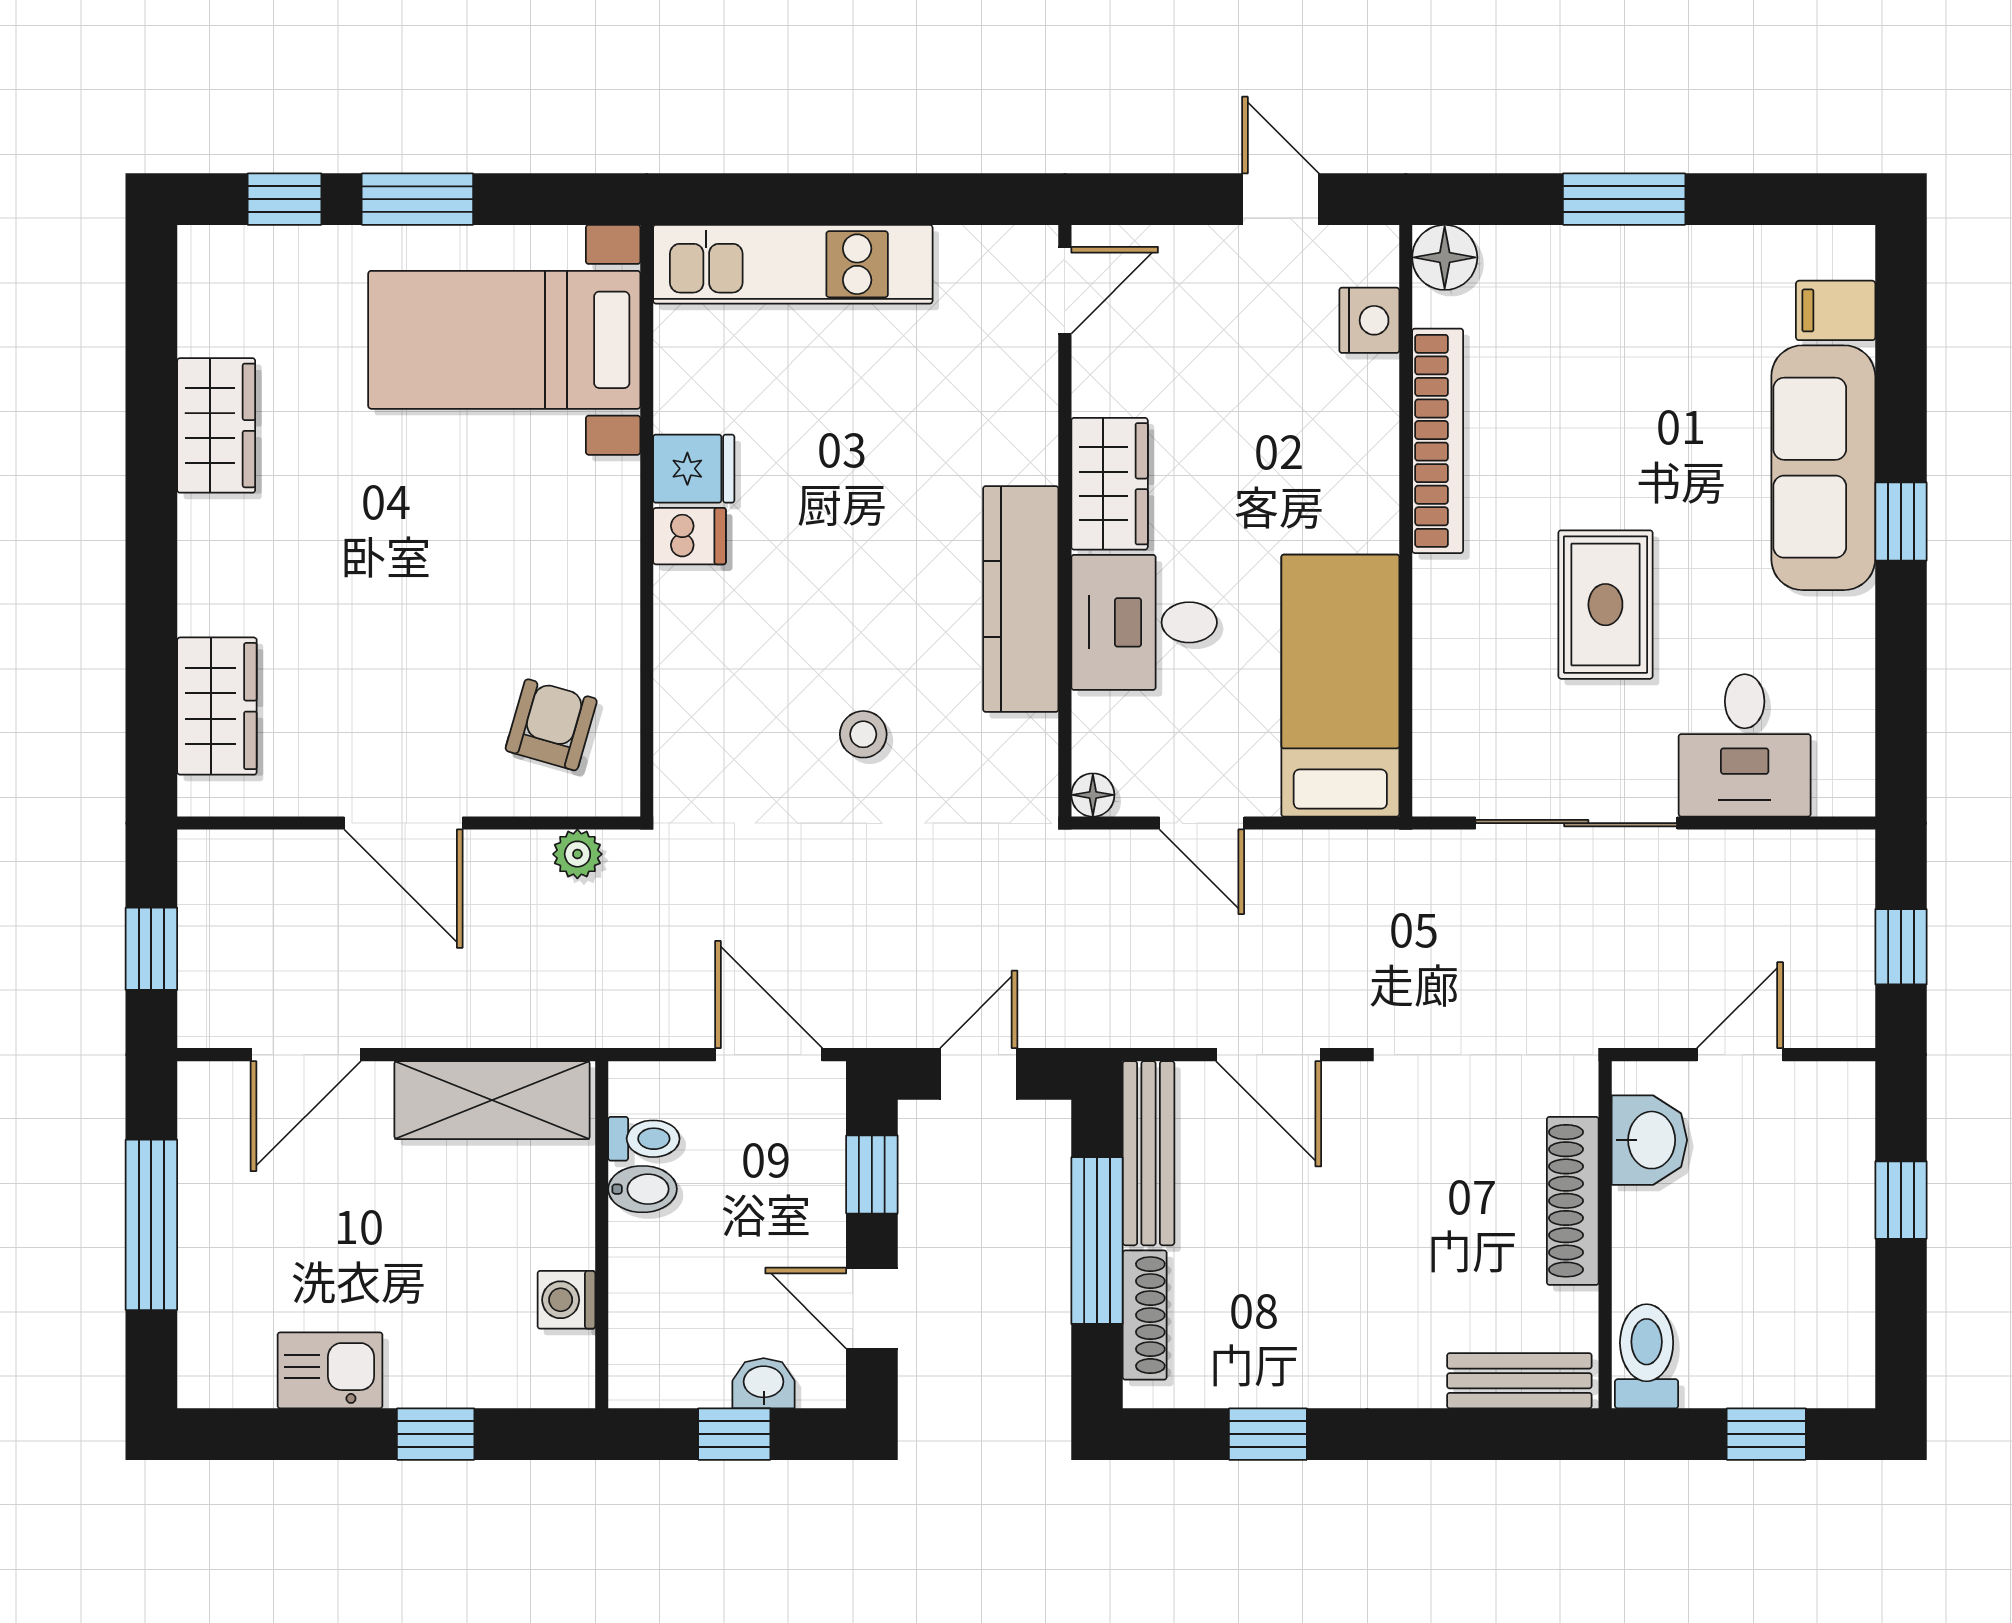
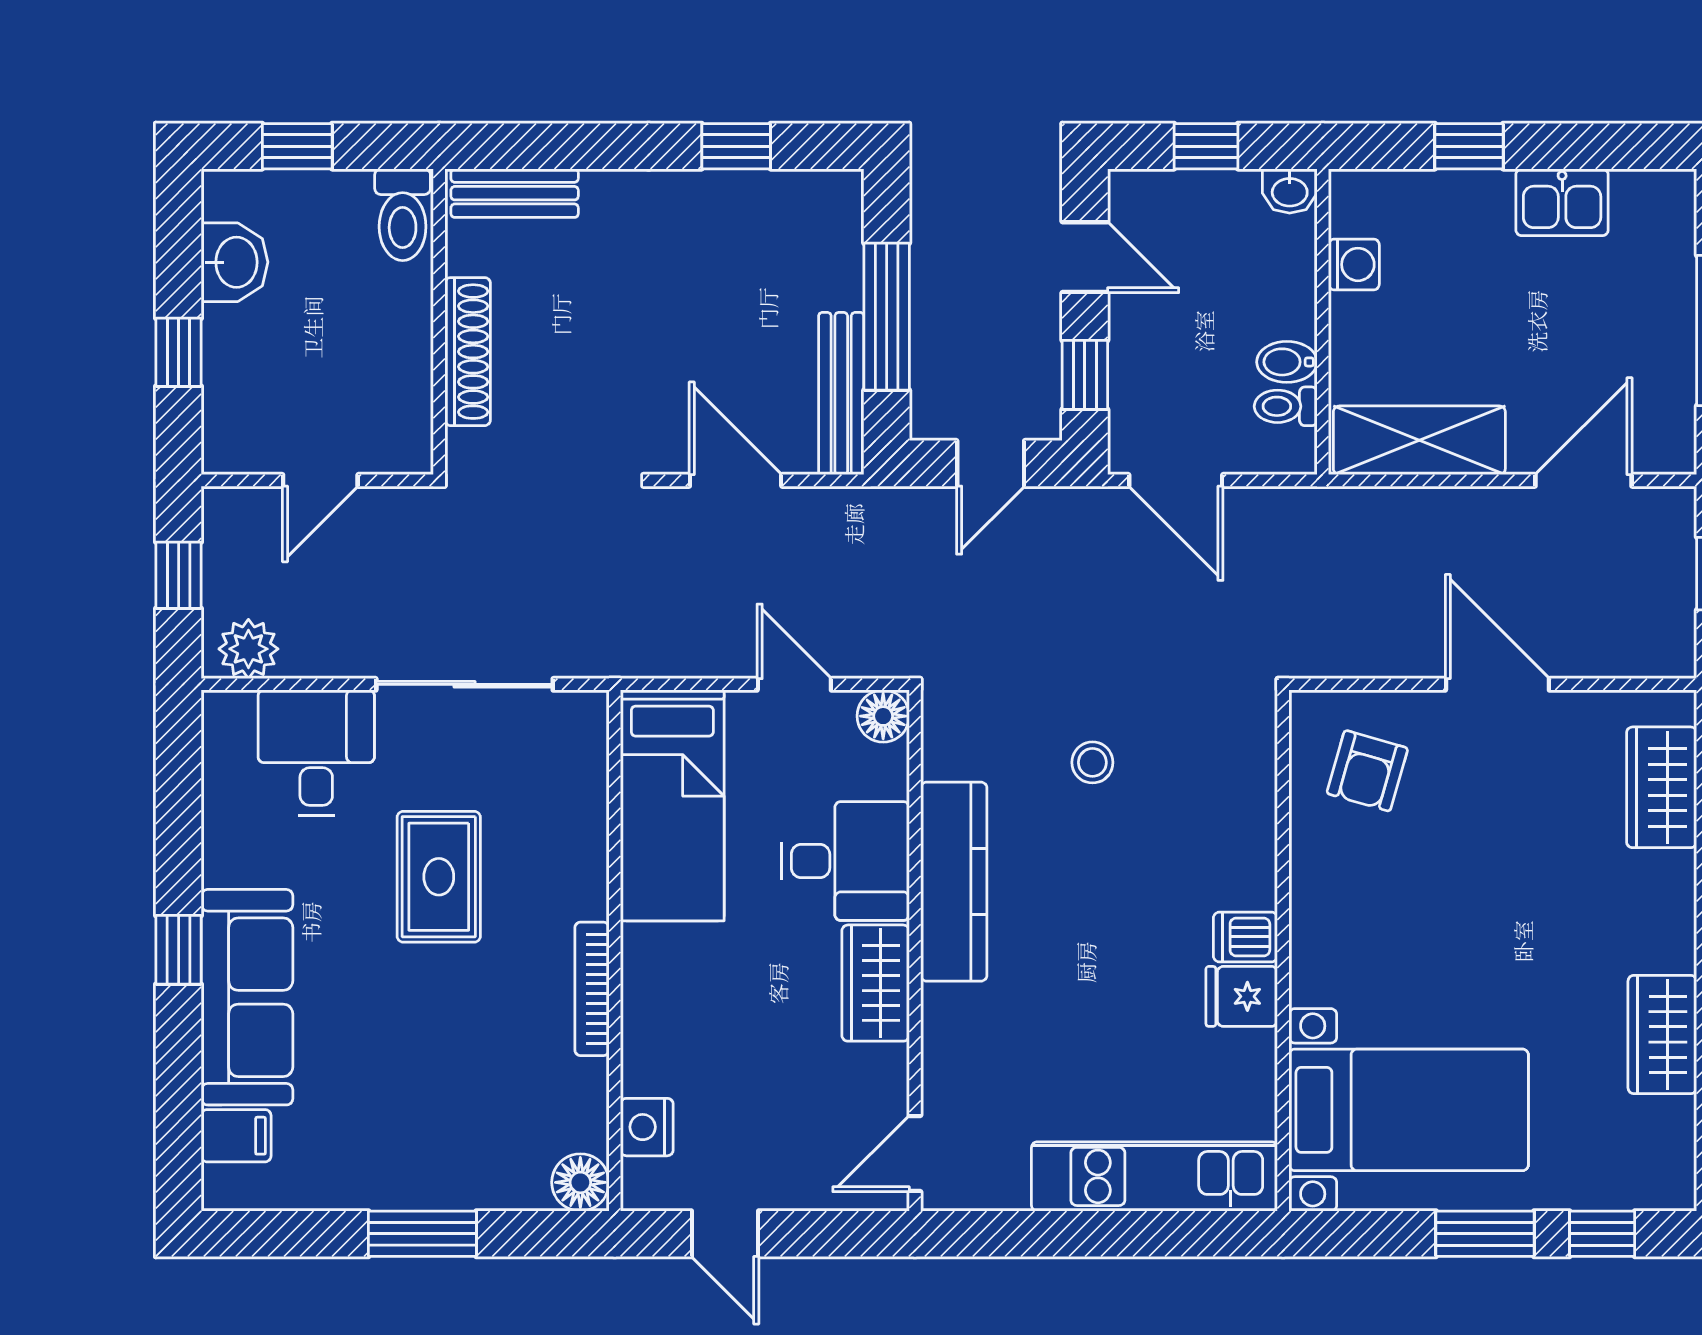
bookcase: (1438, 441) -> (592, 989), width x0.68, depth x0.76
floor lamp: (1093, 795) -> (883, 716), width x1.37, depth x1.37
plant: (577, 854) -> (248, 649), moved, width x1.38, depth x1.38
washbasin: (1649, 1140) -> (234, 262), moved, turned 180
shoe rack: (1145, 1315) -> (845, 251), removed
washbasin: (764, 1383) -> (1290, 191), moved

